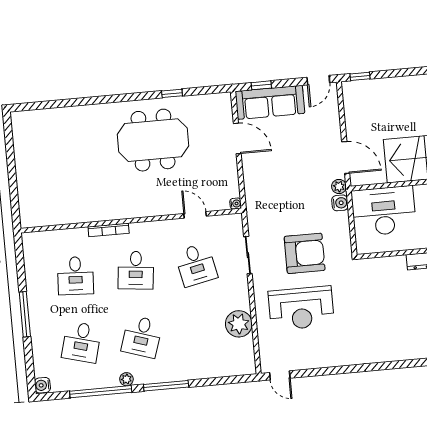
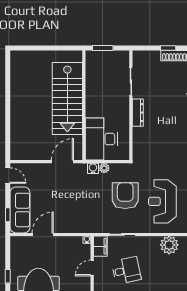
window: (360, 76) -> (8, 147), removed
plant: (339, 187) -> (104, 168), moved
filing cabinet: (228, 224) -> (100, 246), added
reception desk: (301, 308) -> (162, 201), turned 180

